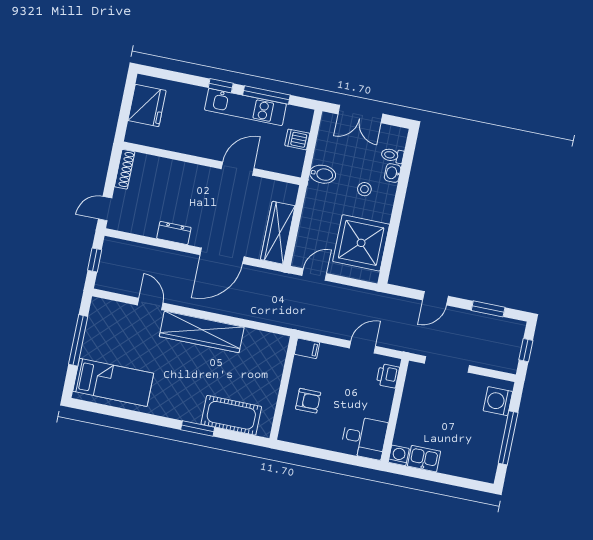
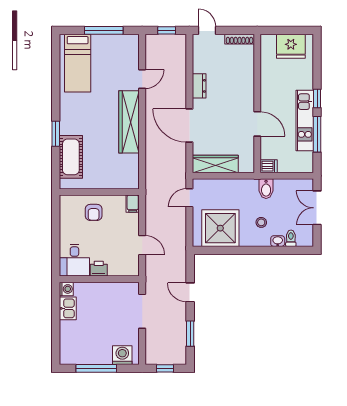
dishwasher: (297, 139) -> (269, 166), moved, turned 90
door: (314, 275) -> (189, 198), swing flipped
printer: (388, 376) -> (99, 269), moved

